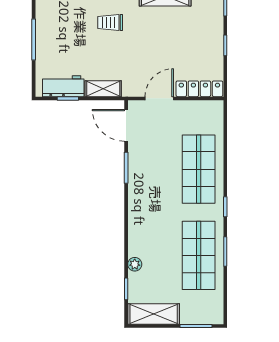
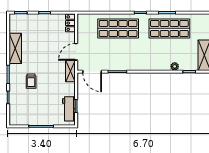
shelving: (103, 89) -> (70, 71), moved
locker: (199, 89) -> (70, 23), width x0.66
door: (159, 98) -> (76, 52), hinge flipped
door: (126, 125) -> (92, 72), hinge flipped

